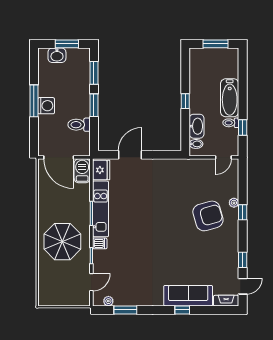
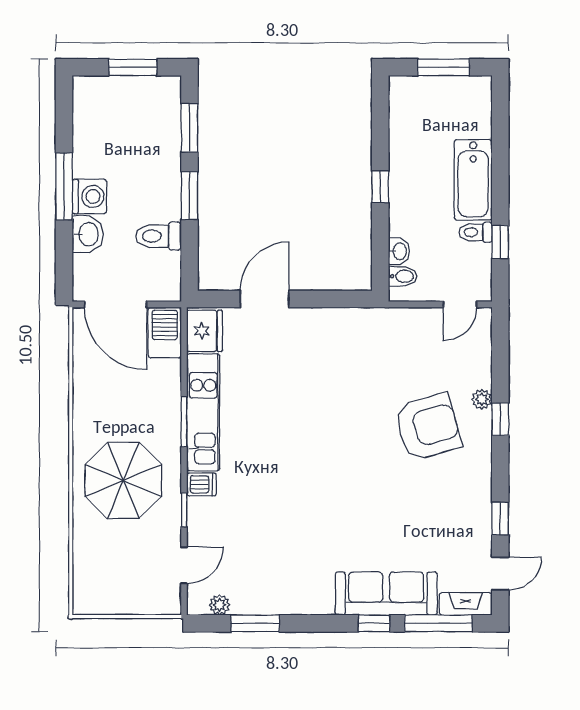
washbasin: (57, 55) -> (88, 234), moved, turned -90
washbasin: (197, 126) -> (399, 251), width x0.52, depth x0.69
window: (213, 310) -> (438, 623), added

